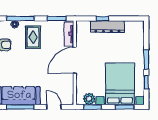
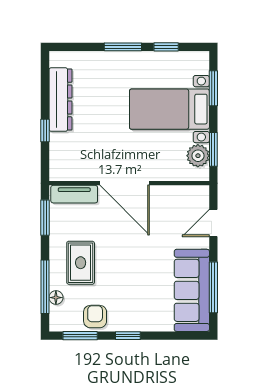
dresser: (107, 27) -> (60, 100), moved
rug: (33, 37) -> (81, 263), turned 90
bed with nightstands: (120, 84) -> (169, 109), width x0.73

